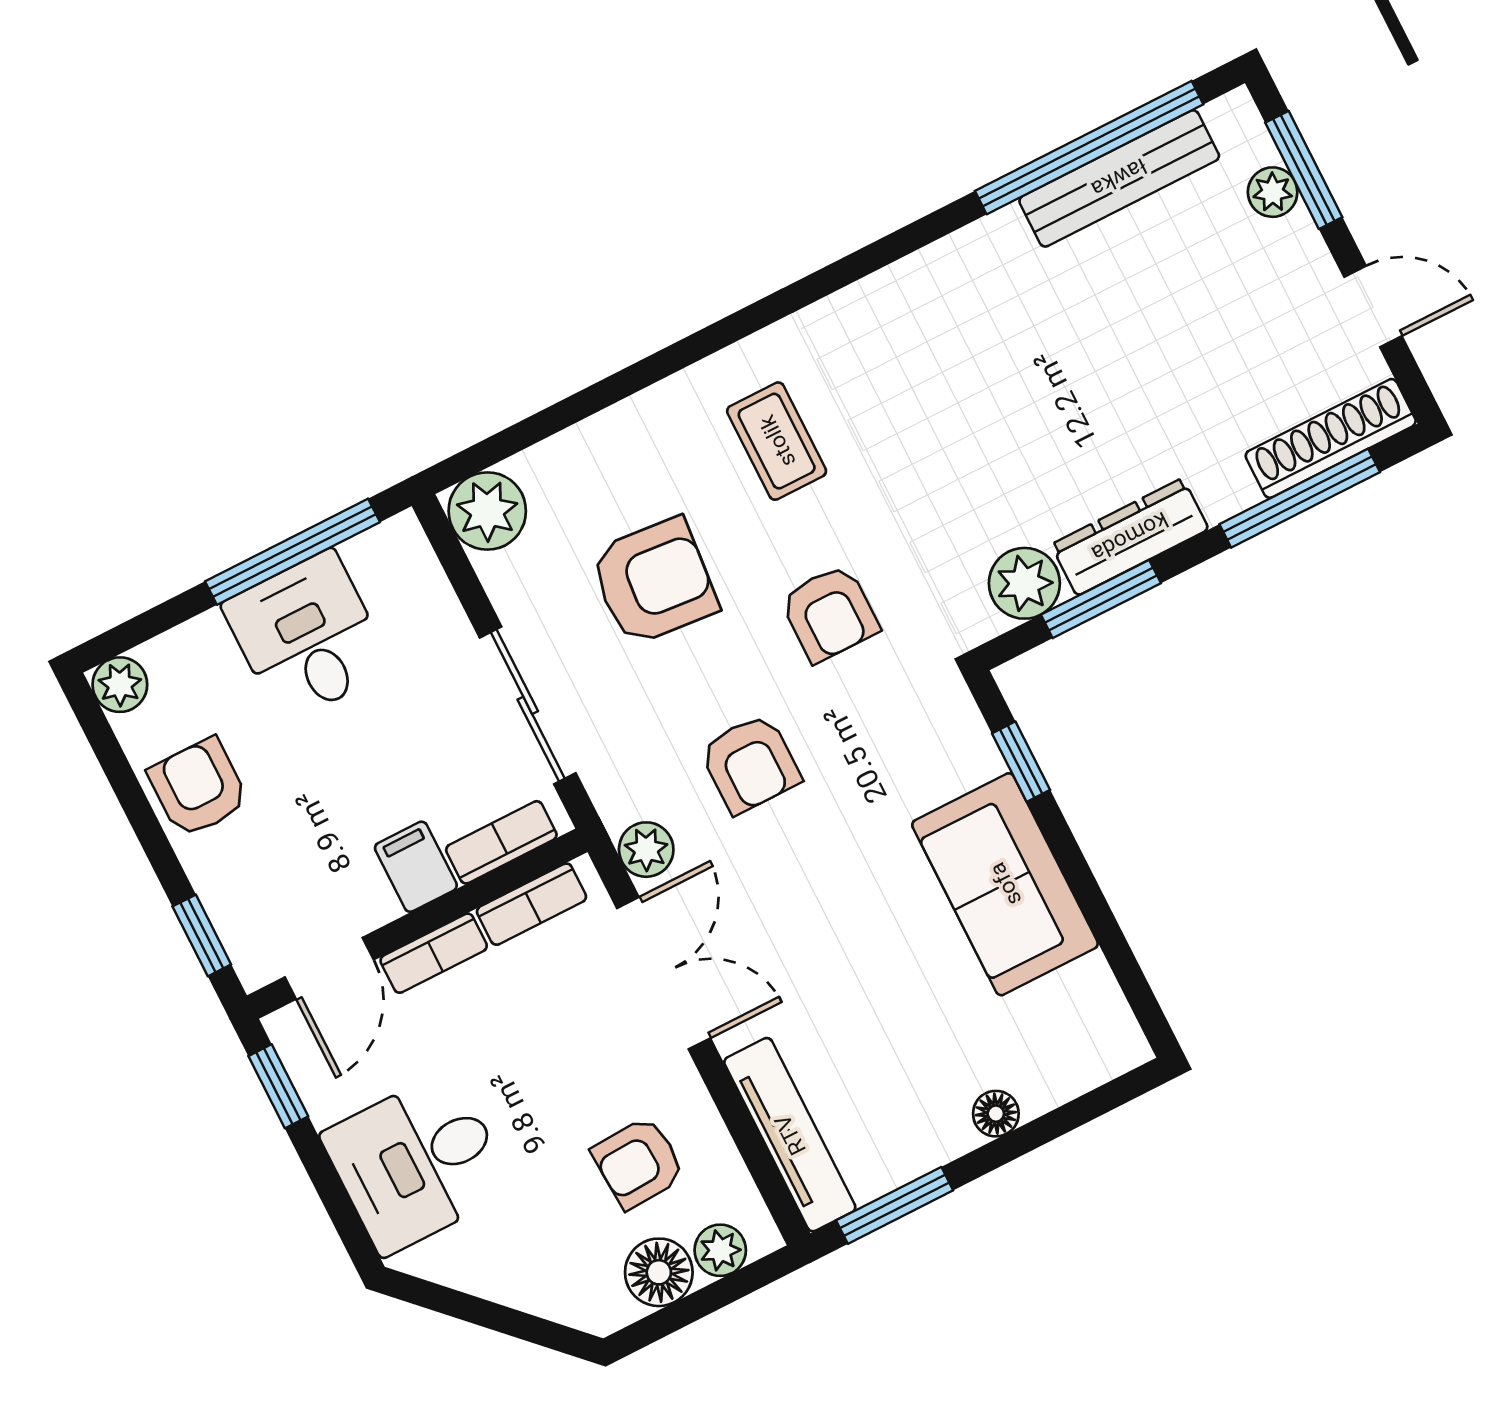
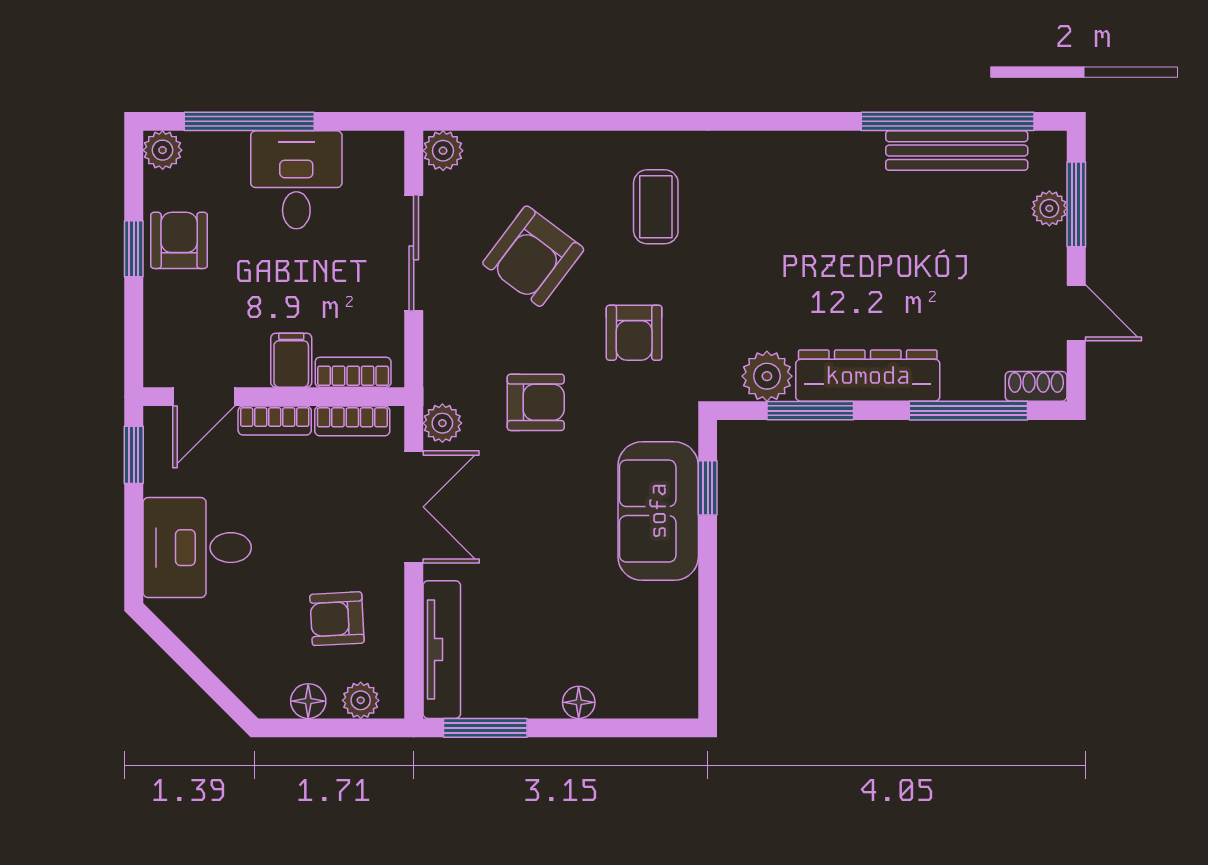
shoe rack: (1331, 438) -> (1036, 386), width x0.51, depth x0.81
plant: (487, 511) -> (443, 151), width x0.73, depth x0.73
dresser: (1130, 537) -> (868, 376), width x1.37, depth x1.24
window: (293, 552) -> (249, 121), moved
armchair: (654, 582) -> (533, 256), turned 122
sliding door: (528, 705) -> (414, 253), moved
armchair: (750, 764) -> (536, 402), turned -90
sofa: (1005, 884) -> (658, 511), moved
window: (202, 935) -> (134, 249), moved
floor lamp: (659, 1272) -> (308, 701), width x0.73, depth x0.73

